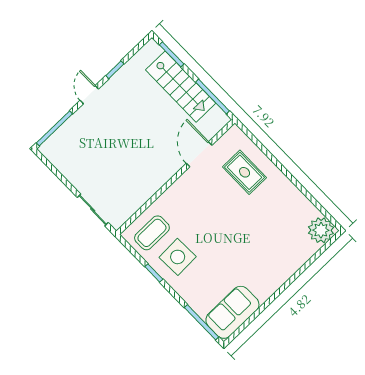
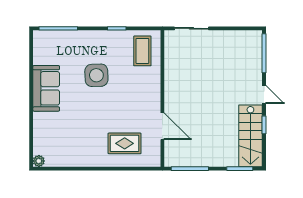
stairs: (181, 87) -> (250, 136), moved, turned -90
plant: (321, 230) -> (39, 161), width x0.53, depth x0.53
side table: (178, 257) -> (96, 75), moved
sofa: (232, 312) -> (46, 88), moved

